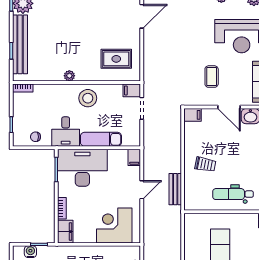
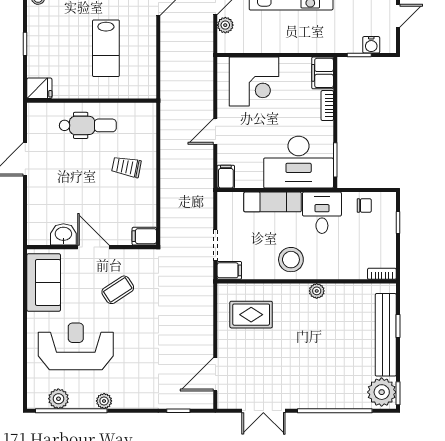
coffee table: (212, 77) -> (118, 290), turned 57
bench: (175, 189) -> (169, 132), removed

